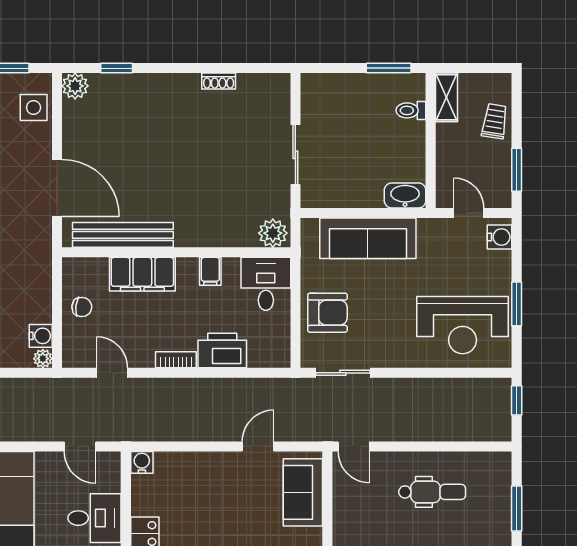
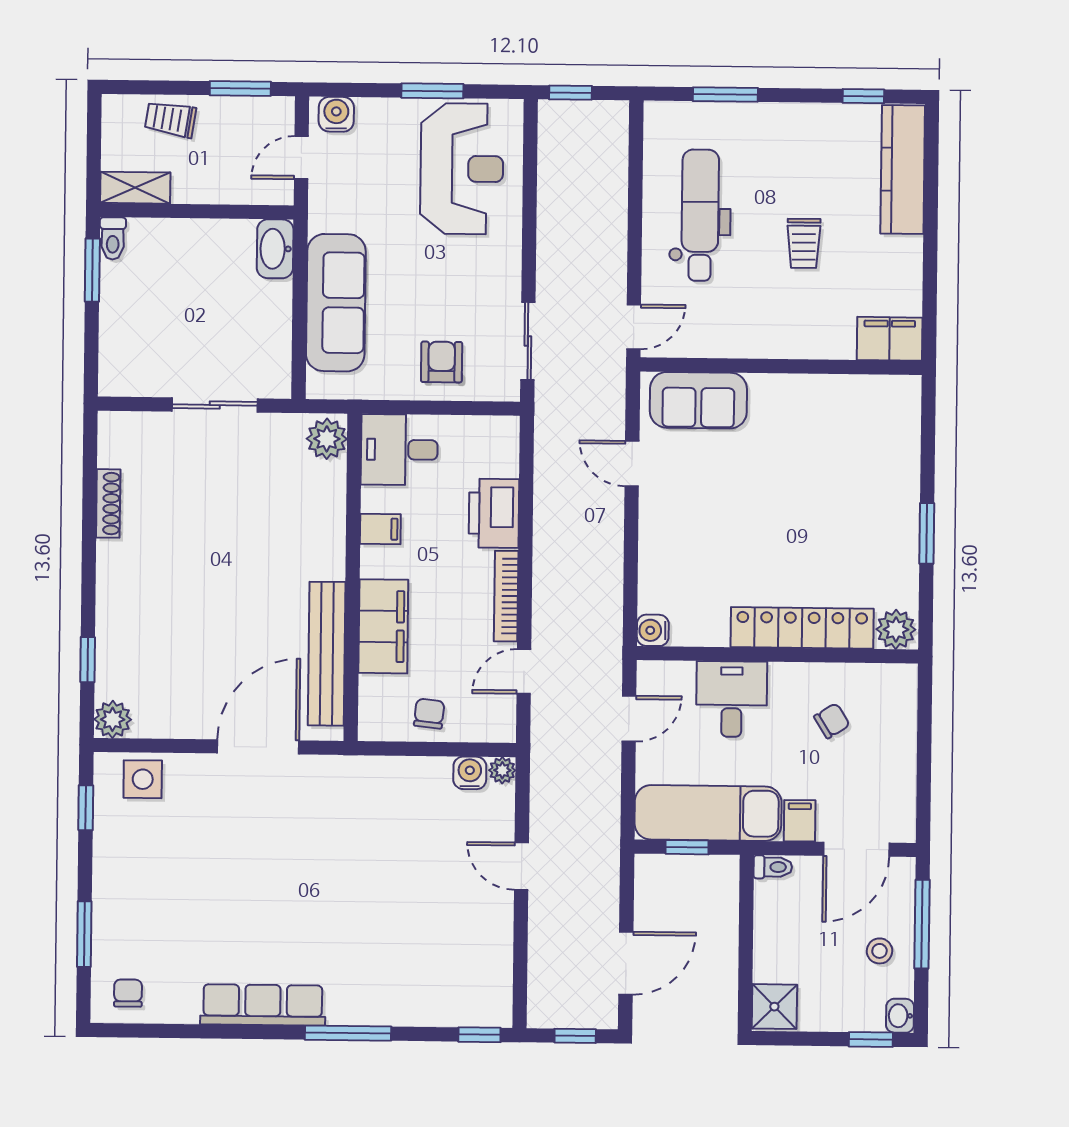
shoe rack: (219, 81) -> (108, 503), width x1.43
toilet: (411, 110) -> (113, 238), moved
armchair: (327, 313) -> (442, 362), width x0.72, depth x0.72
bookcase: (176, 360) -> (506, 596), width x1.56
dental chair: (432, 492) -> (700, 215), width x1.36, depth x1.38

